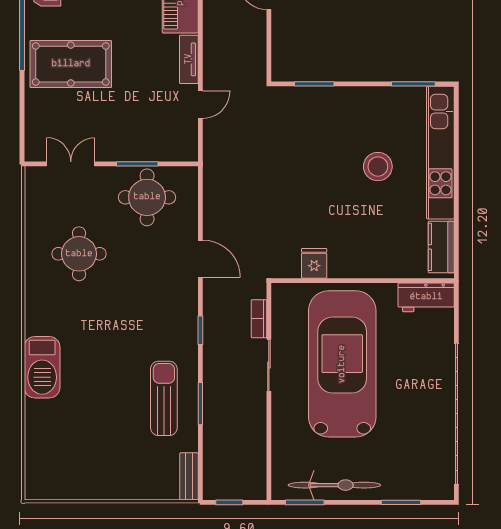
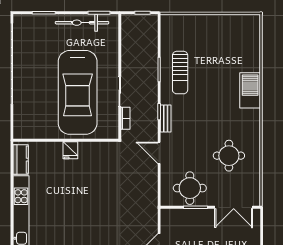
double door: (71, 164) -> (234, 207), width x1.37
stool: (378, 167) -> (57, 206), removed
fridge: (314, 263) -> (70, 150), moved
workbench: (426, 297) -> (29, 131), removed
bench: (189, 476) -> (166, 119), moved

